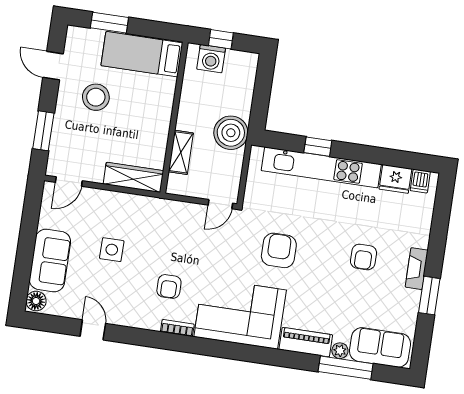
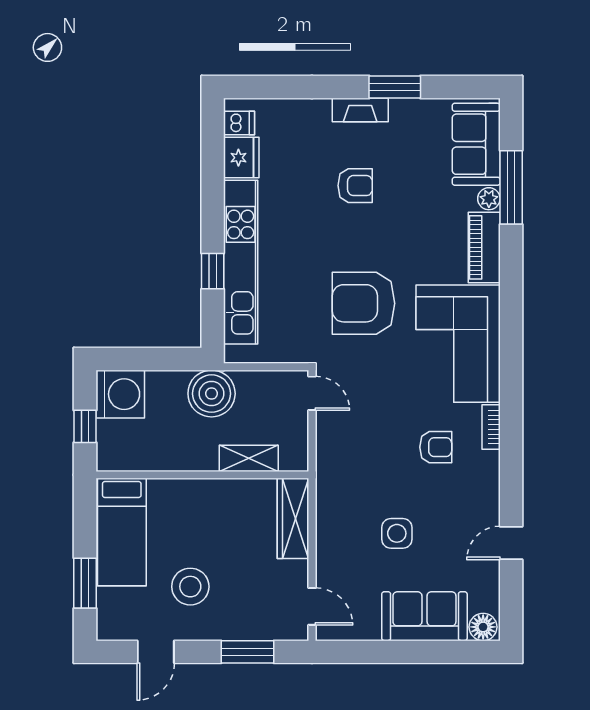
washing machine: (211, 59) -> (120, 394), moved, width x1.37, depth x1.37
armchair: (279, 250) -> (364, 303), width x1.36, depth x1.36

